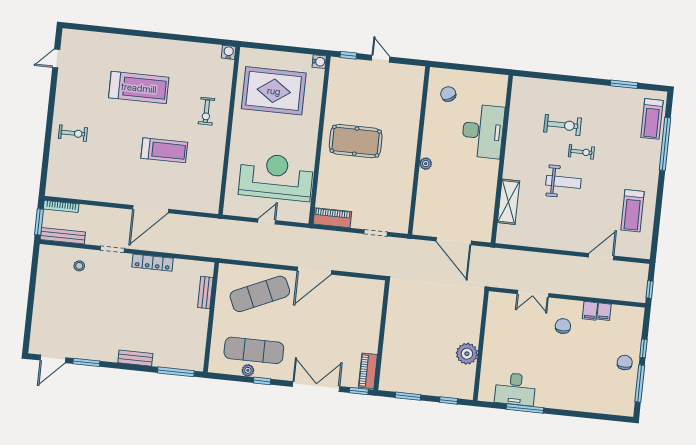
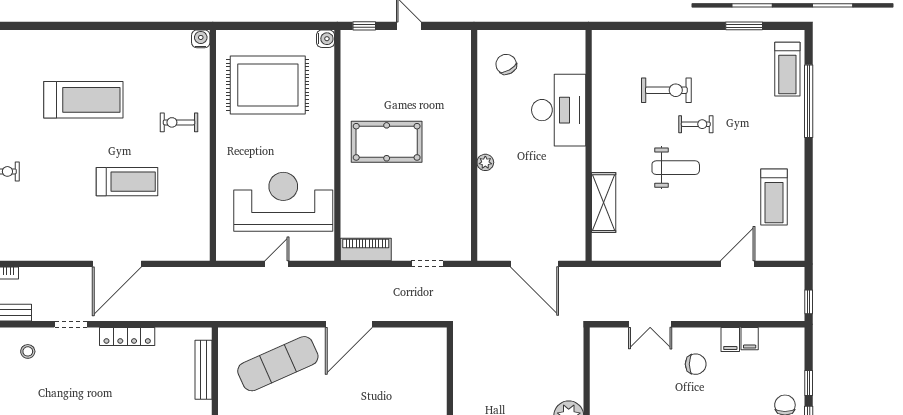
exercise bike: (206, 111) -> (179, 122), turned 90
bench: (205, 293) -> (203, 370), width x1.36
chair: (563, 326) -> (696, 364), turned 90

